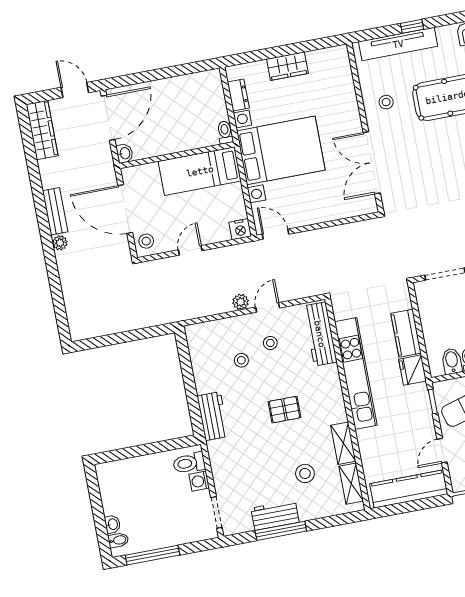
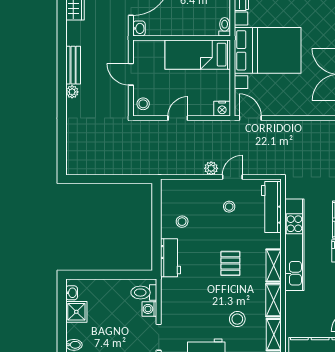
door: (125, 209) -> (131, 74), width x0.53
stool: (241, 360) -> (182, 222), moved
shelving: (336, 402) -> (274, 265), added
pallet: (285, 410) -> (230, 263), turned 90
shower: (114, 501) -> (76, 312), added
washbasin: (113, 524) -> (72, 293), moved

